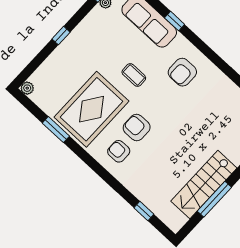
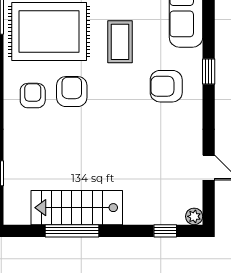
window: (175, 21) -> (209, 72), moved
coffee table: (134, 75) -> (120, 42), width x1.36, depth x1.30

